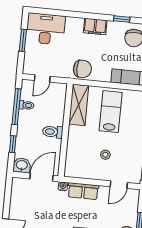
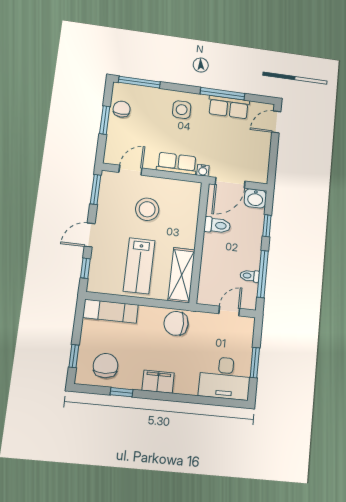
toilet: (53, 132) -> (217, 225), moved
stool: (105, 155) -> (147, 209), width x1.89, depth x1.89

